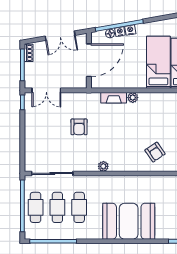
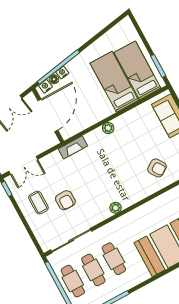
nightstand: (130, 30) -> (45, 86), moved
fireplace: (114, 98) -> (73, 147), moved
armchair: (79, 127) -> (65, 200), moved
coffee table: (42, 128) -> (38, 203), added

